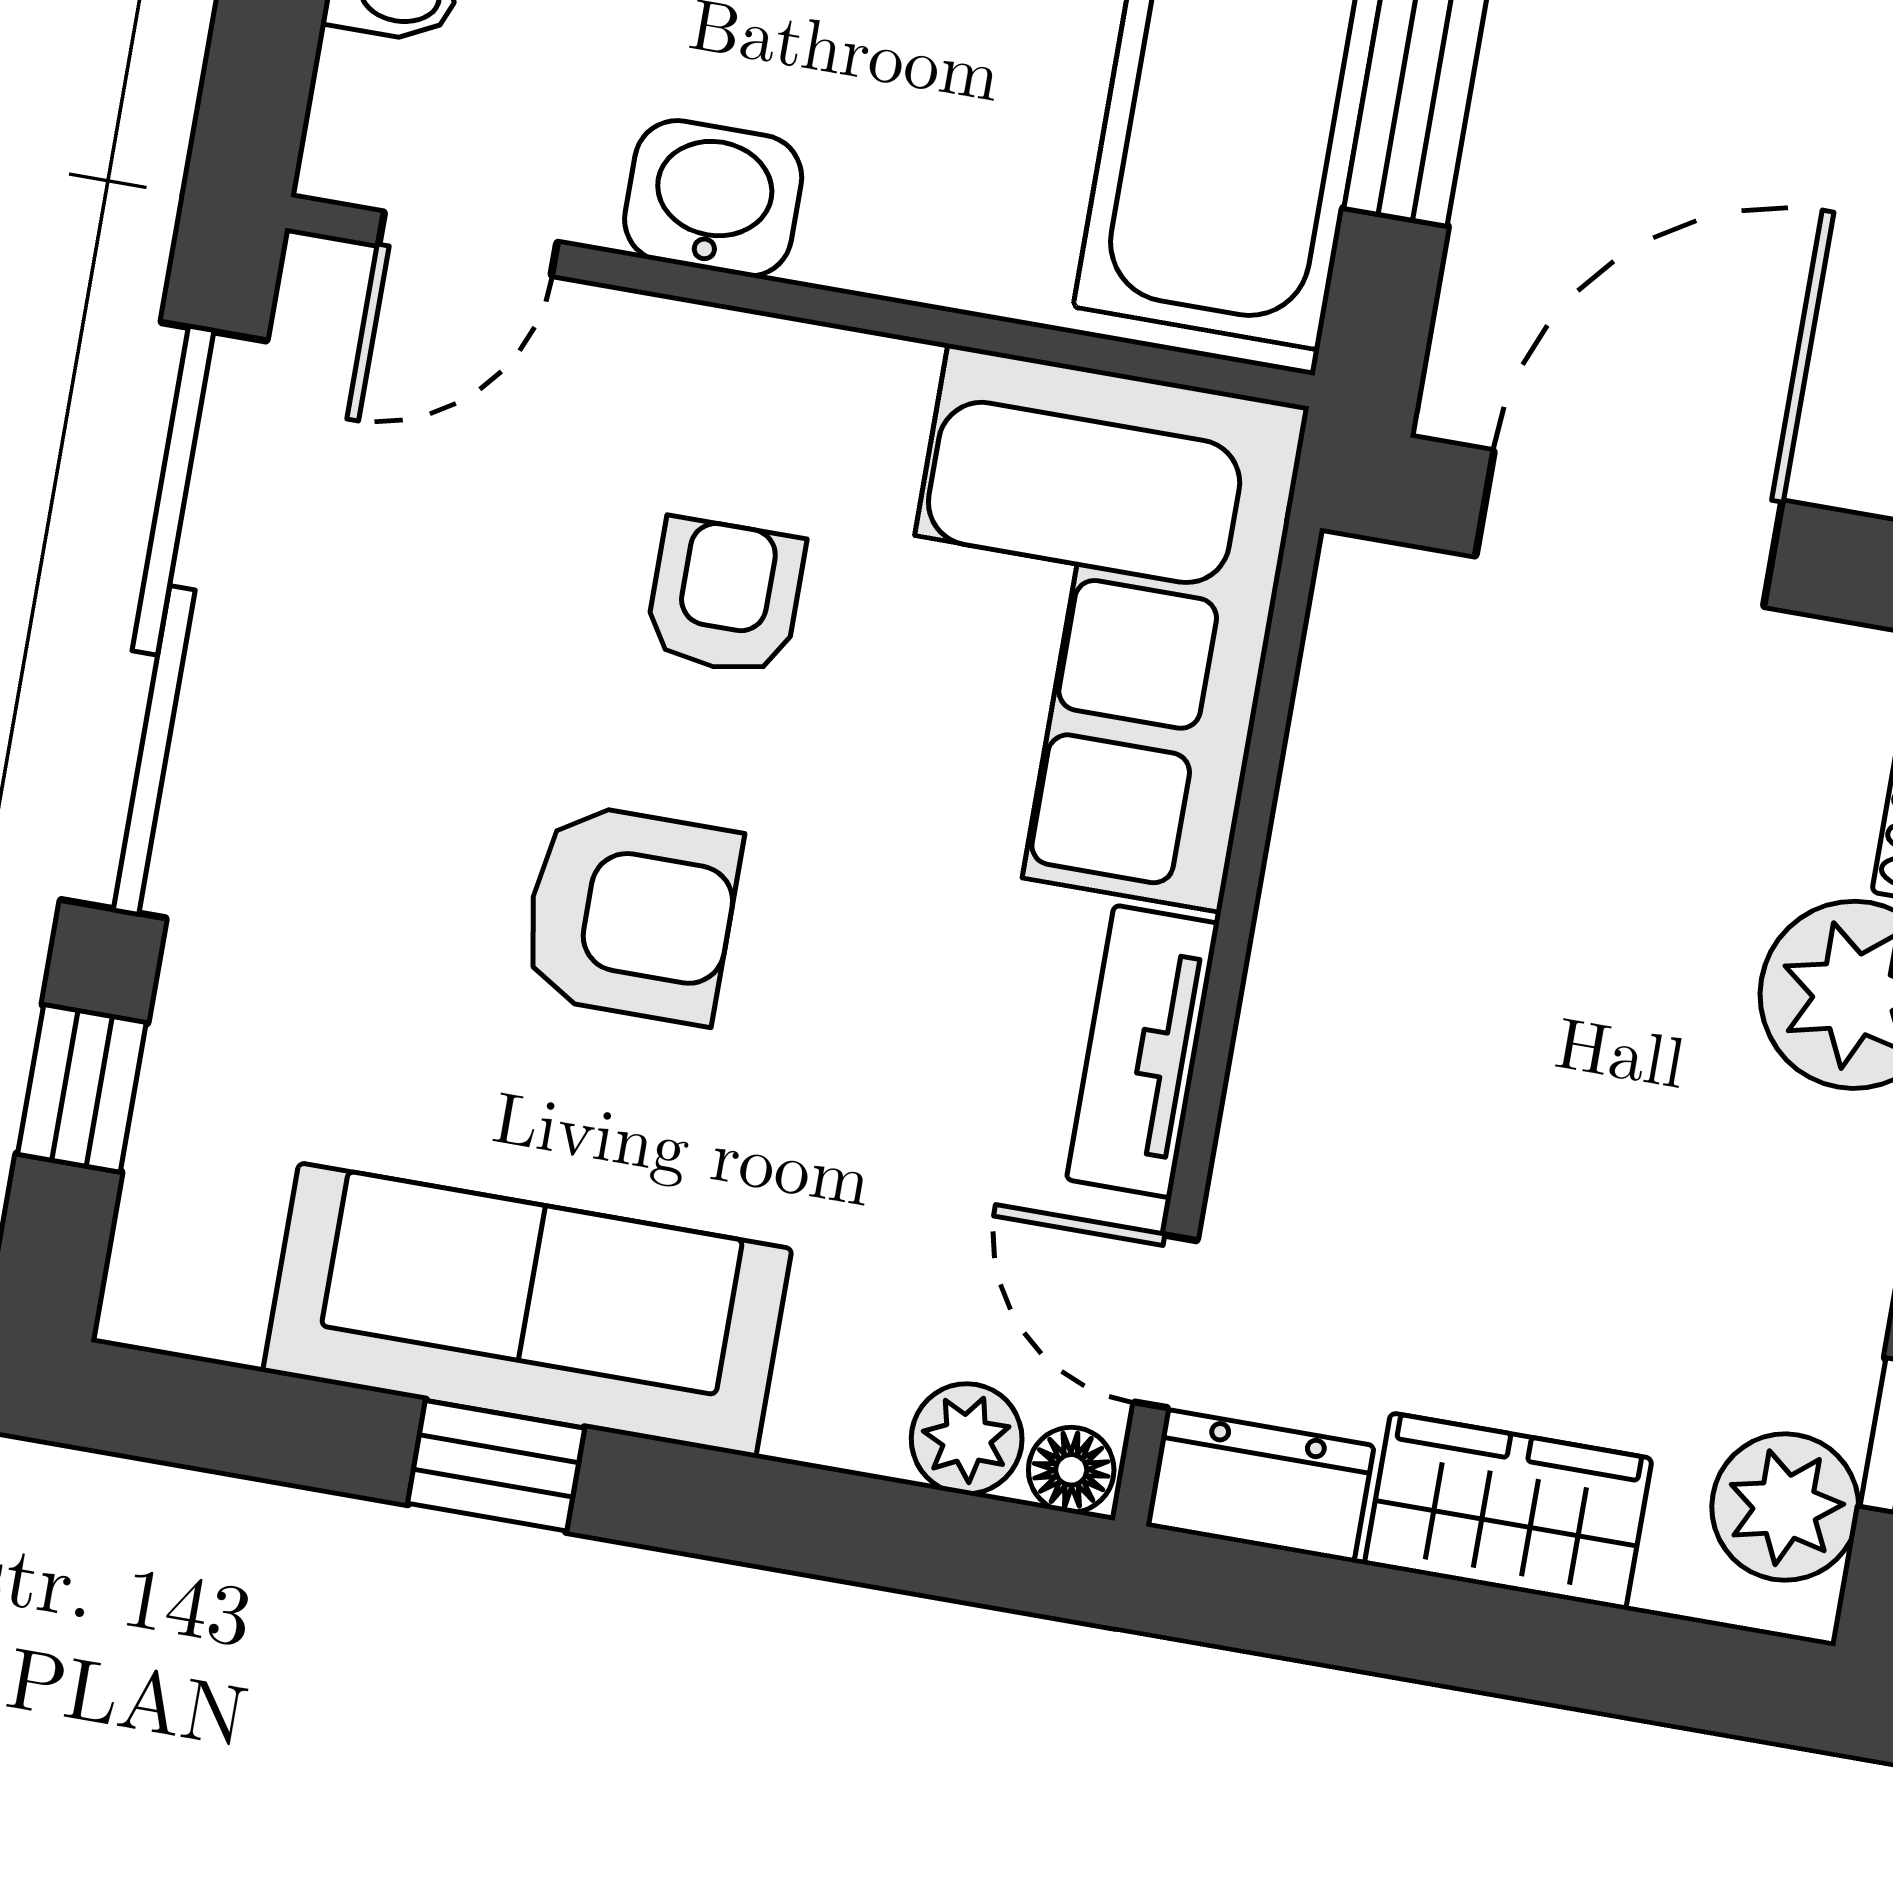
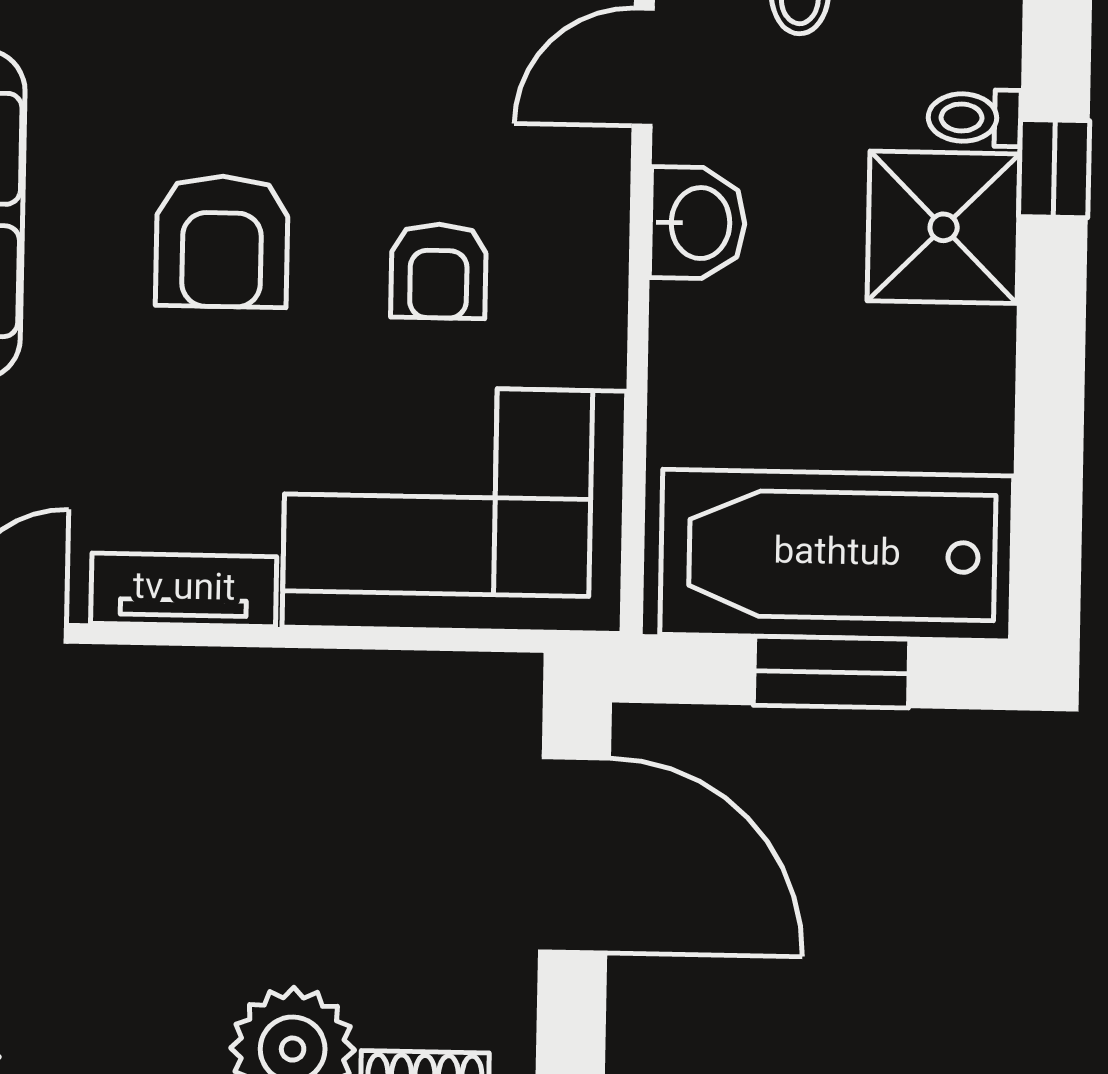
door: (468, 244) -> (643, 67), hinge flipped
armchair: (725, 597) -> (439, 271), turned 90

